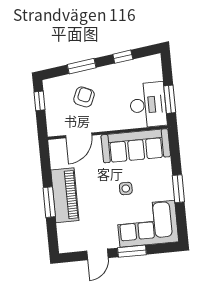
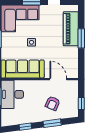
door: (79, 135) -> (58, 79), hinge flipped
piano: (65, 195) -> (71, 29), moved

